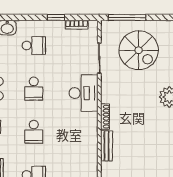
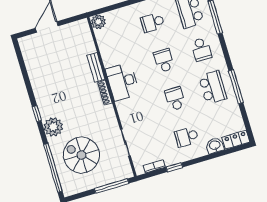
spiral stairs: (139, 50) -> (81, 155), moved
desk: (84, 93) -> (122, 82), moved

